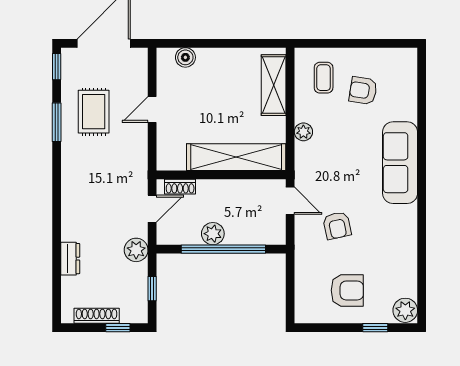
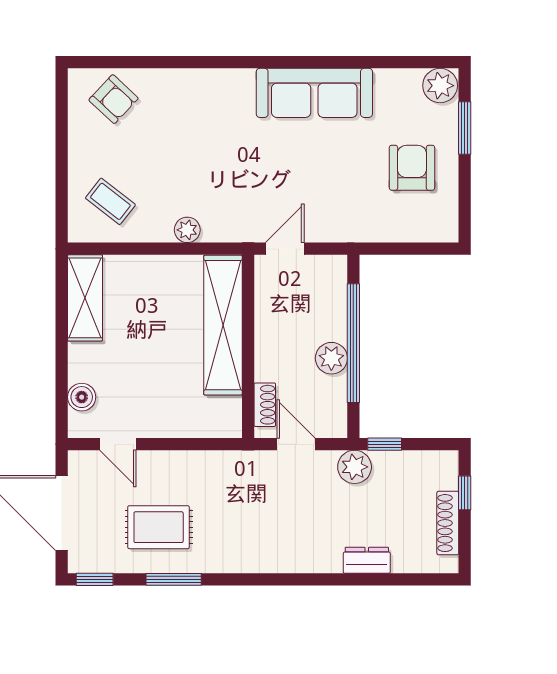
coffee table: (324, 78) -> (110, 201), turned 38
shelving: (274, 85) -> (85, 298), moved, turned 90
armchair: (363, 91) -> (113, 99), moved, turned -56
door: (152, 109) -> (118, 444), moved
sofa: (400, 163) -> (314, 93), moved
armchair: (337, 225) -> (320, 182), removed
window: (152, 289) -> (385, 444), moved
window: (375, 328) -> (465, 128), width x1.50

